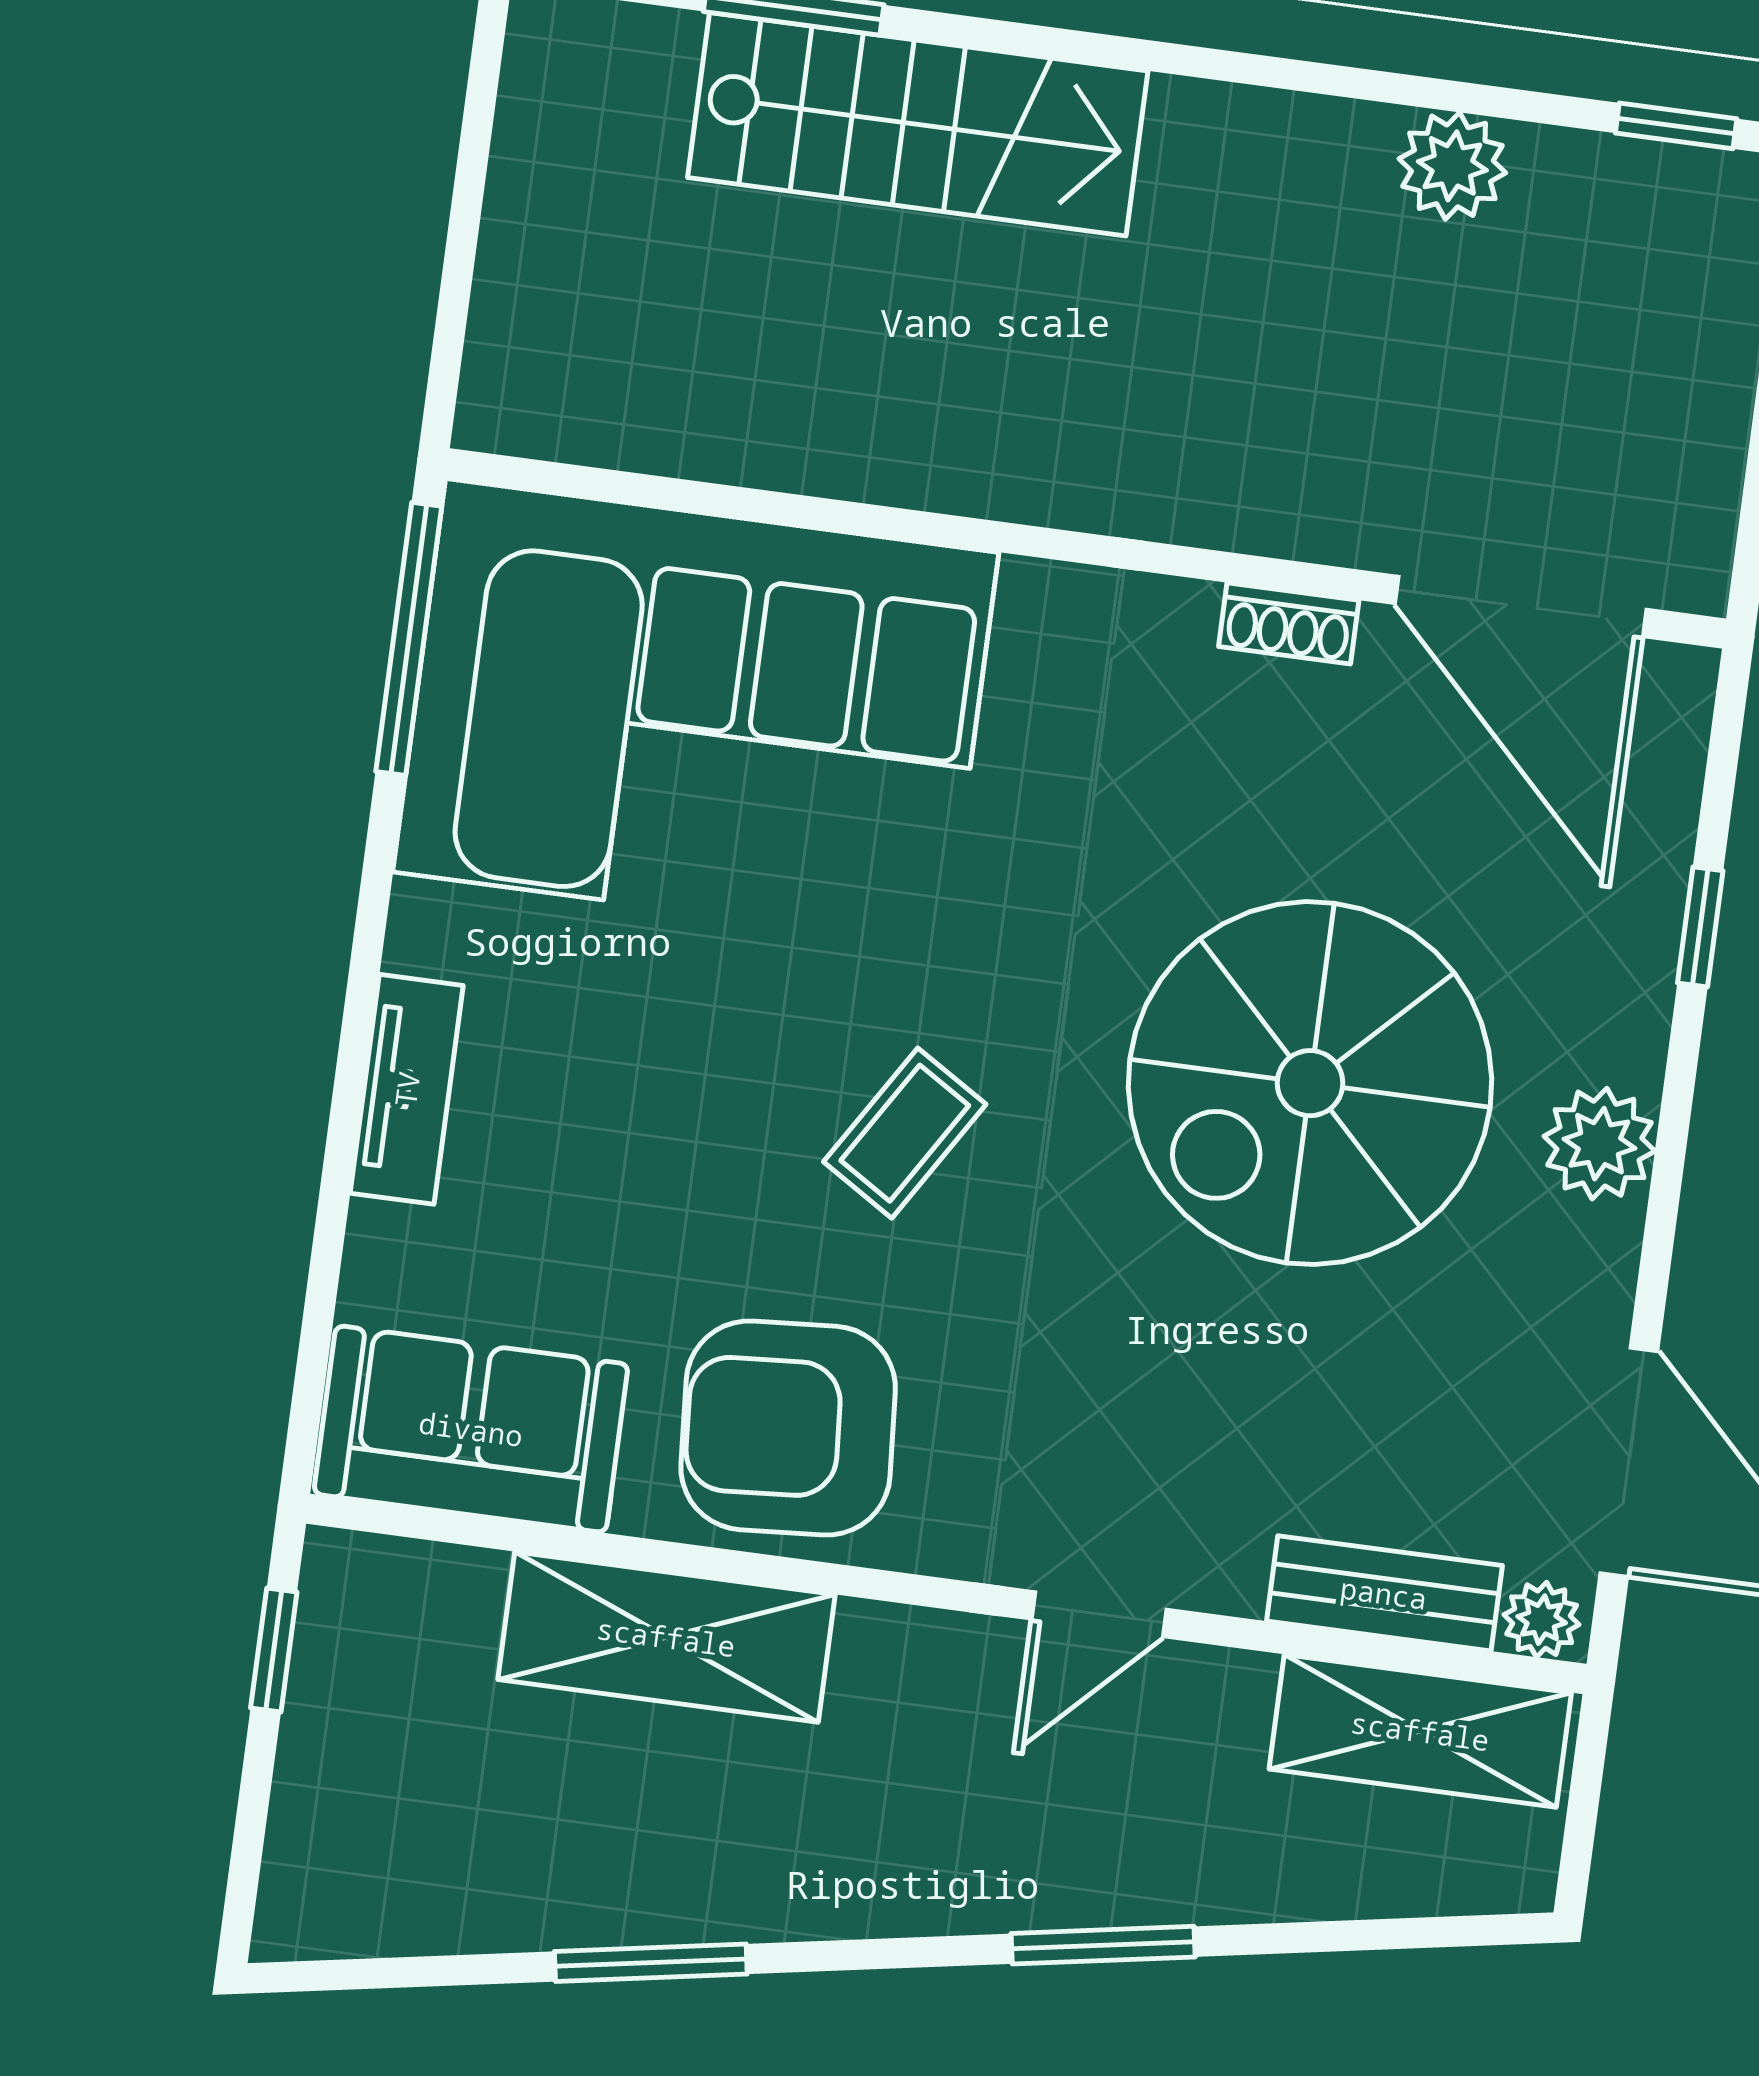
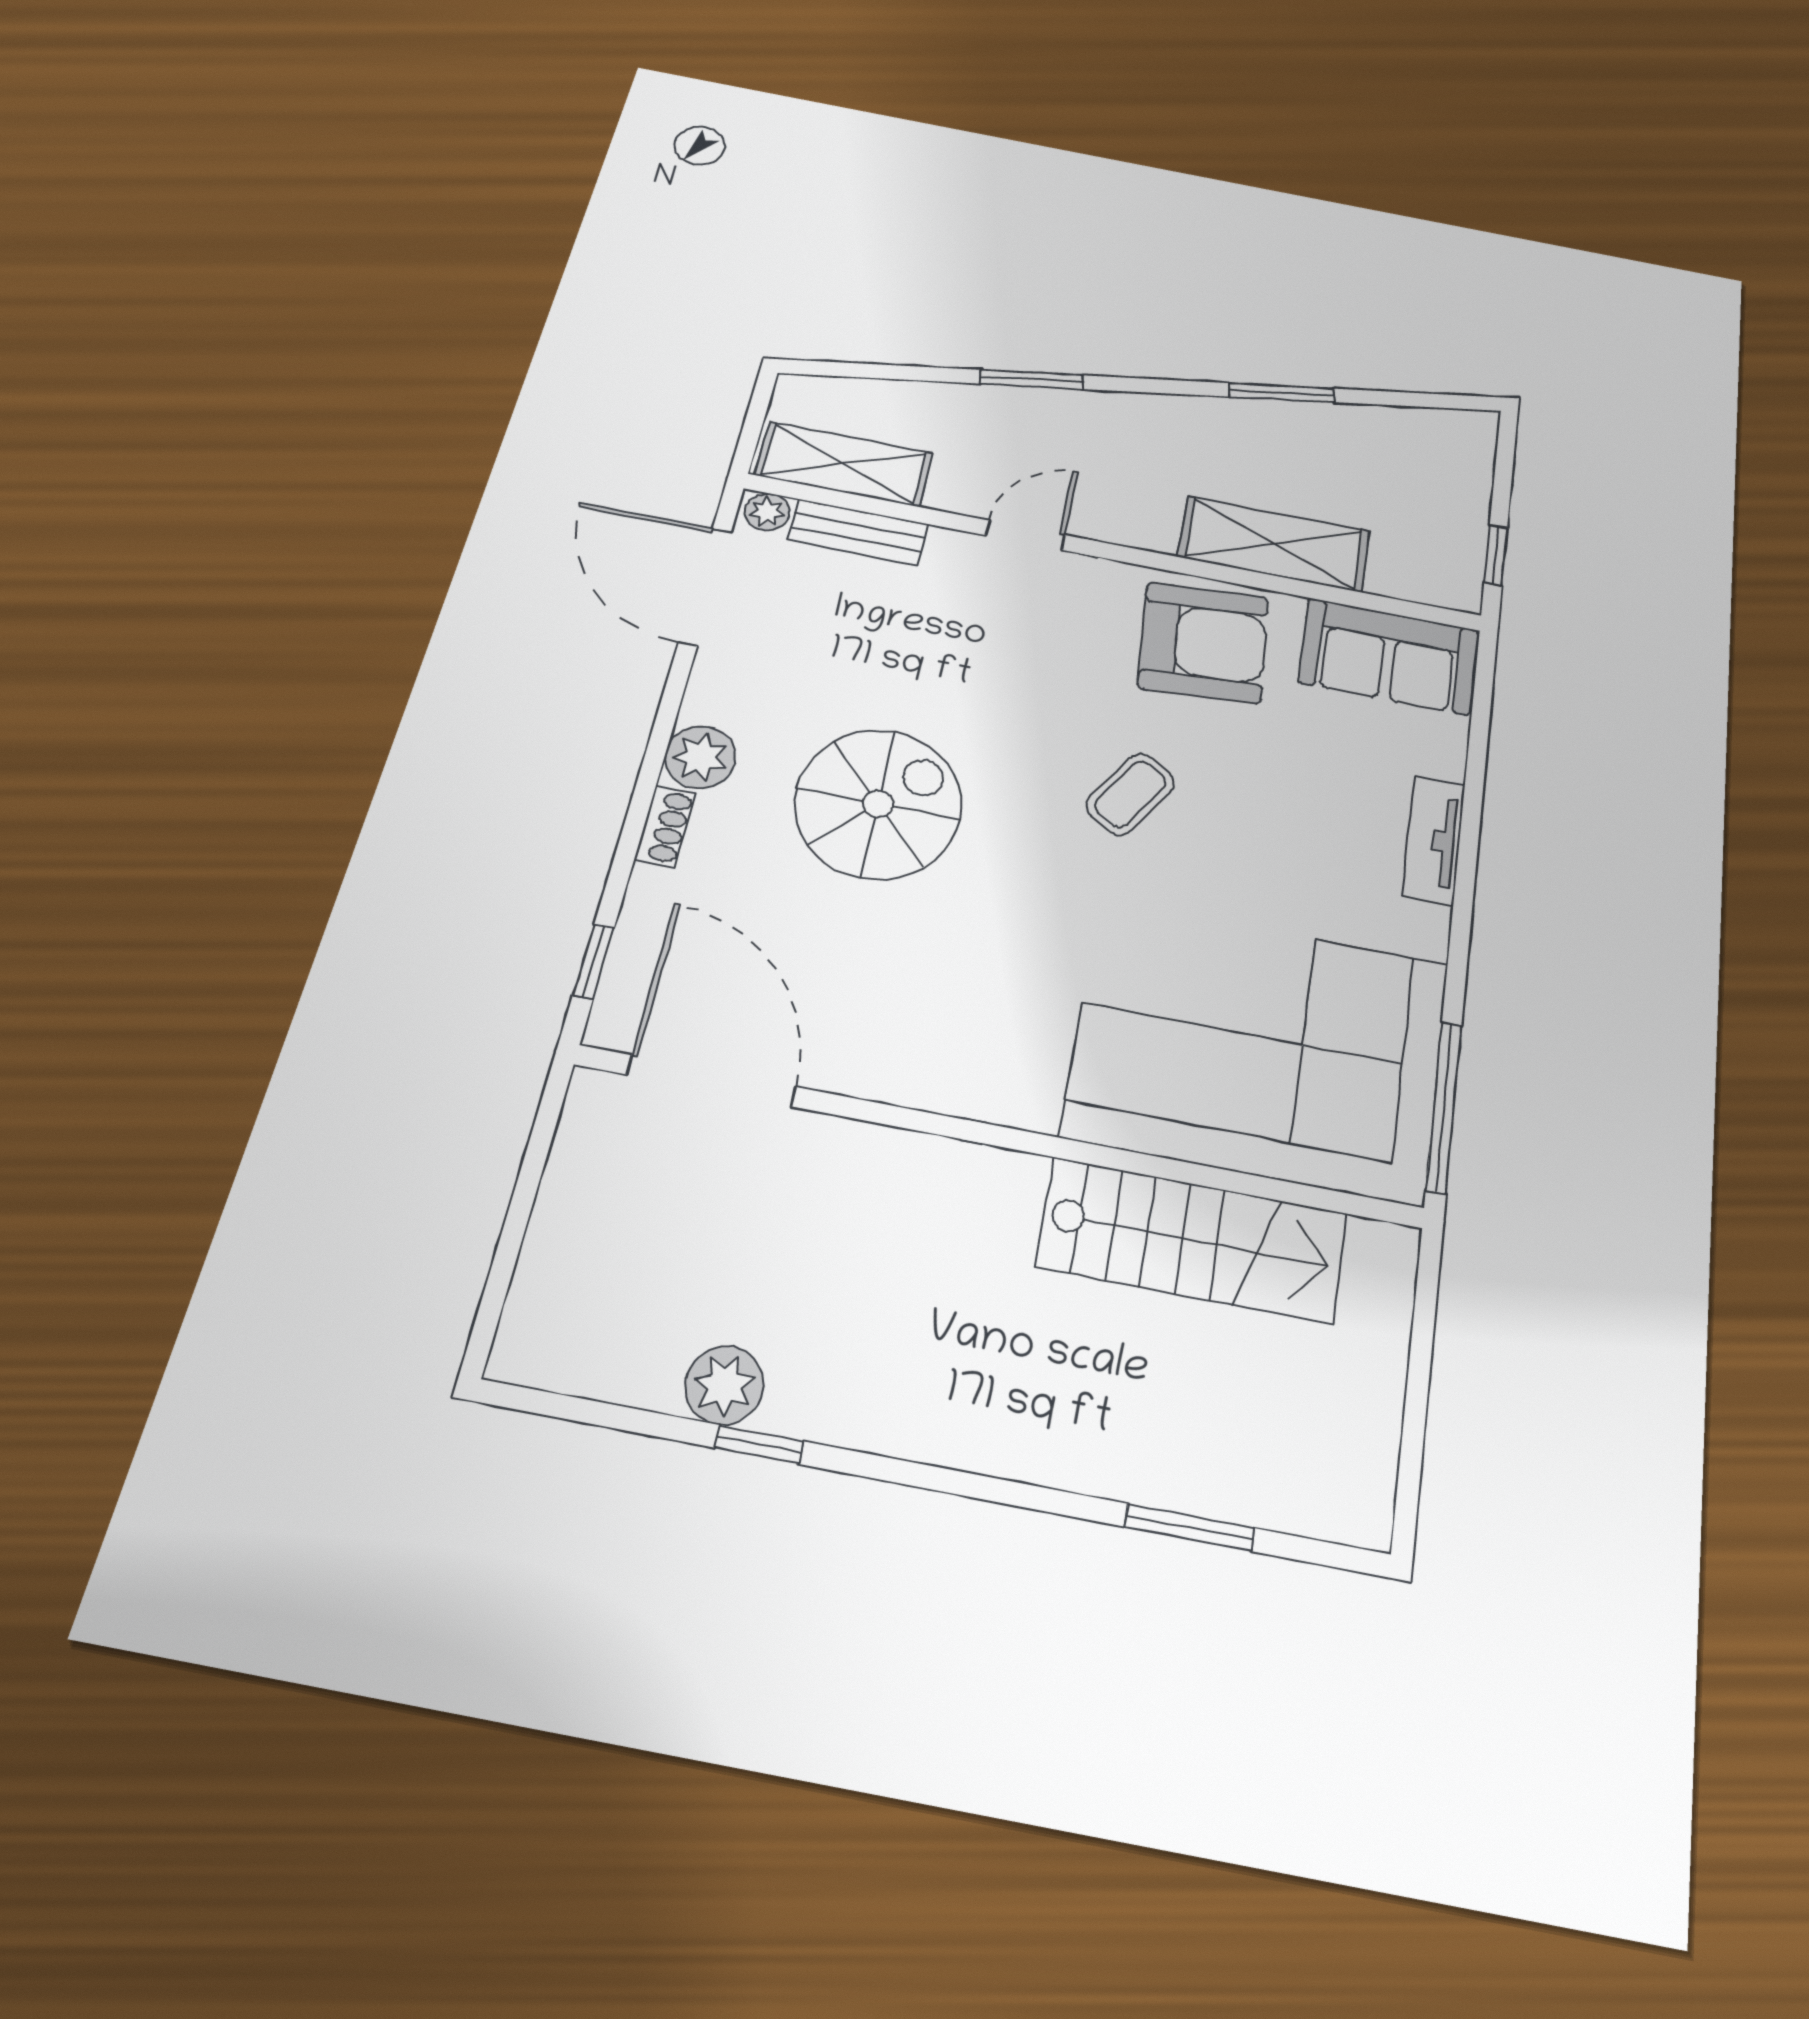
stairs: (918, 124) -> (1192, 1240), moved, turned 180
window: (1676, 126) -> (759, 1444), moved
shoe rack: (1289, 623) -> (665, 826), moved, turned 90
window: (1700, 927) -> (594, 961), moved
spiral stairs: (1310, 1083) -> (878, 804), width x0.73, depth x0.73

